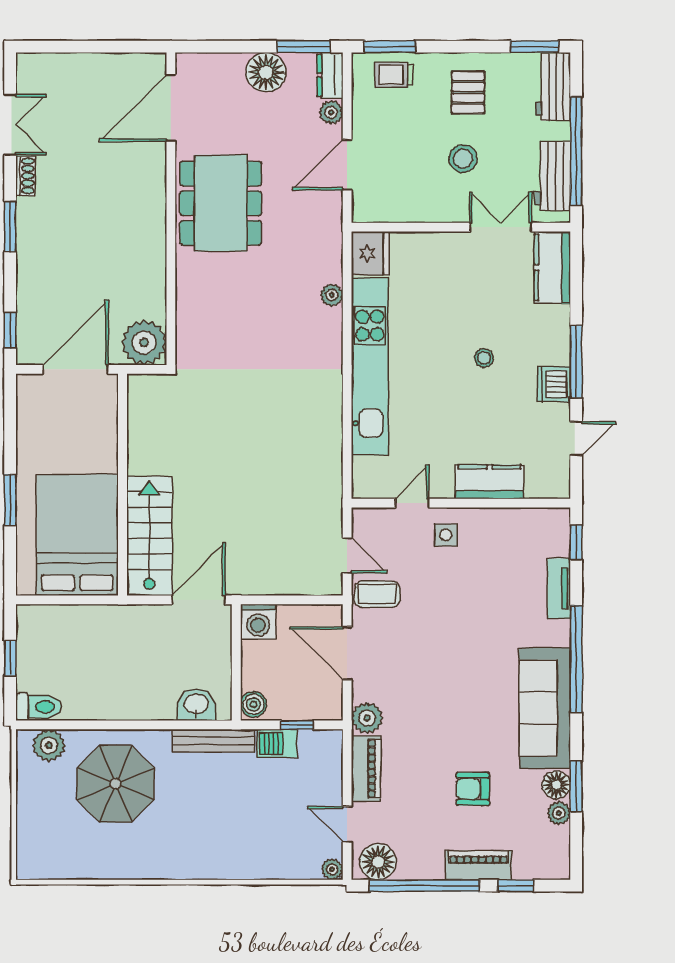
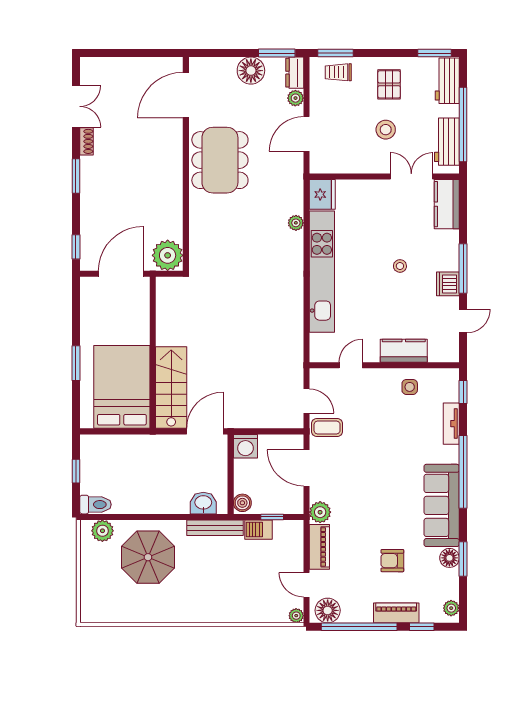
side table: (446, 535) -> (410, 387), moved
plant: (559, 813) -> (451, 608), moved

